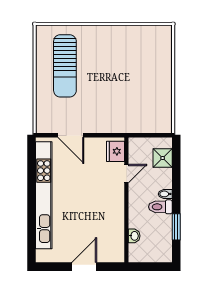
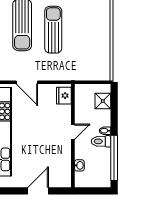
sun lounger: (103, 72) -> (53, 30), added
door: (126, 174) -> (73, 132), moved
window: (176, 227) -> (114, 158), width x2.11

